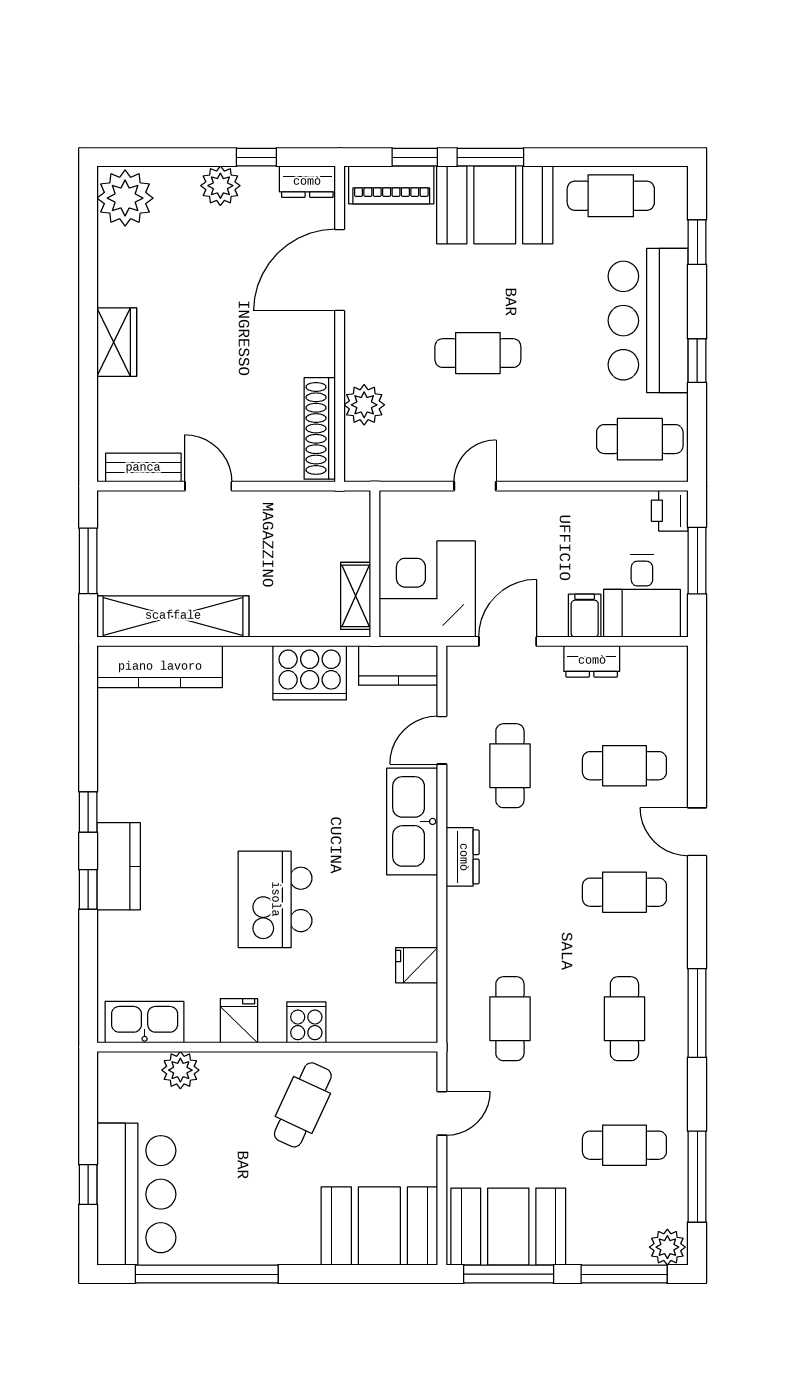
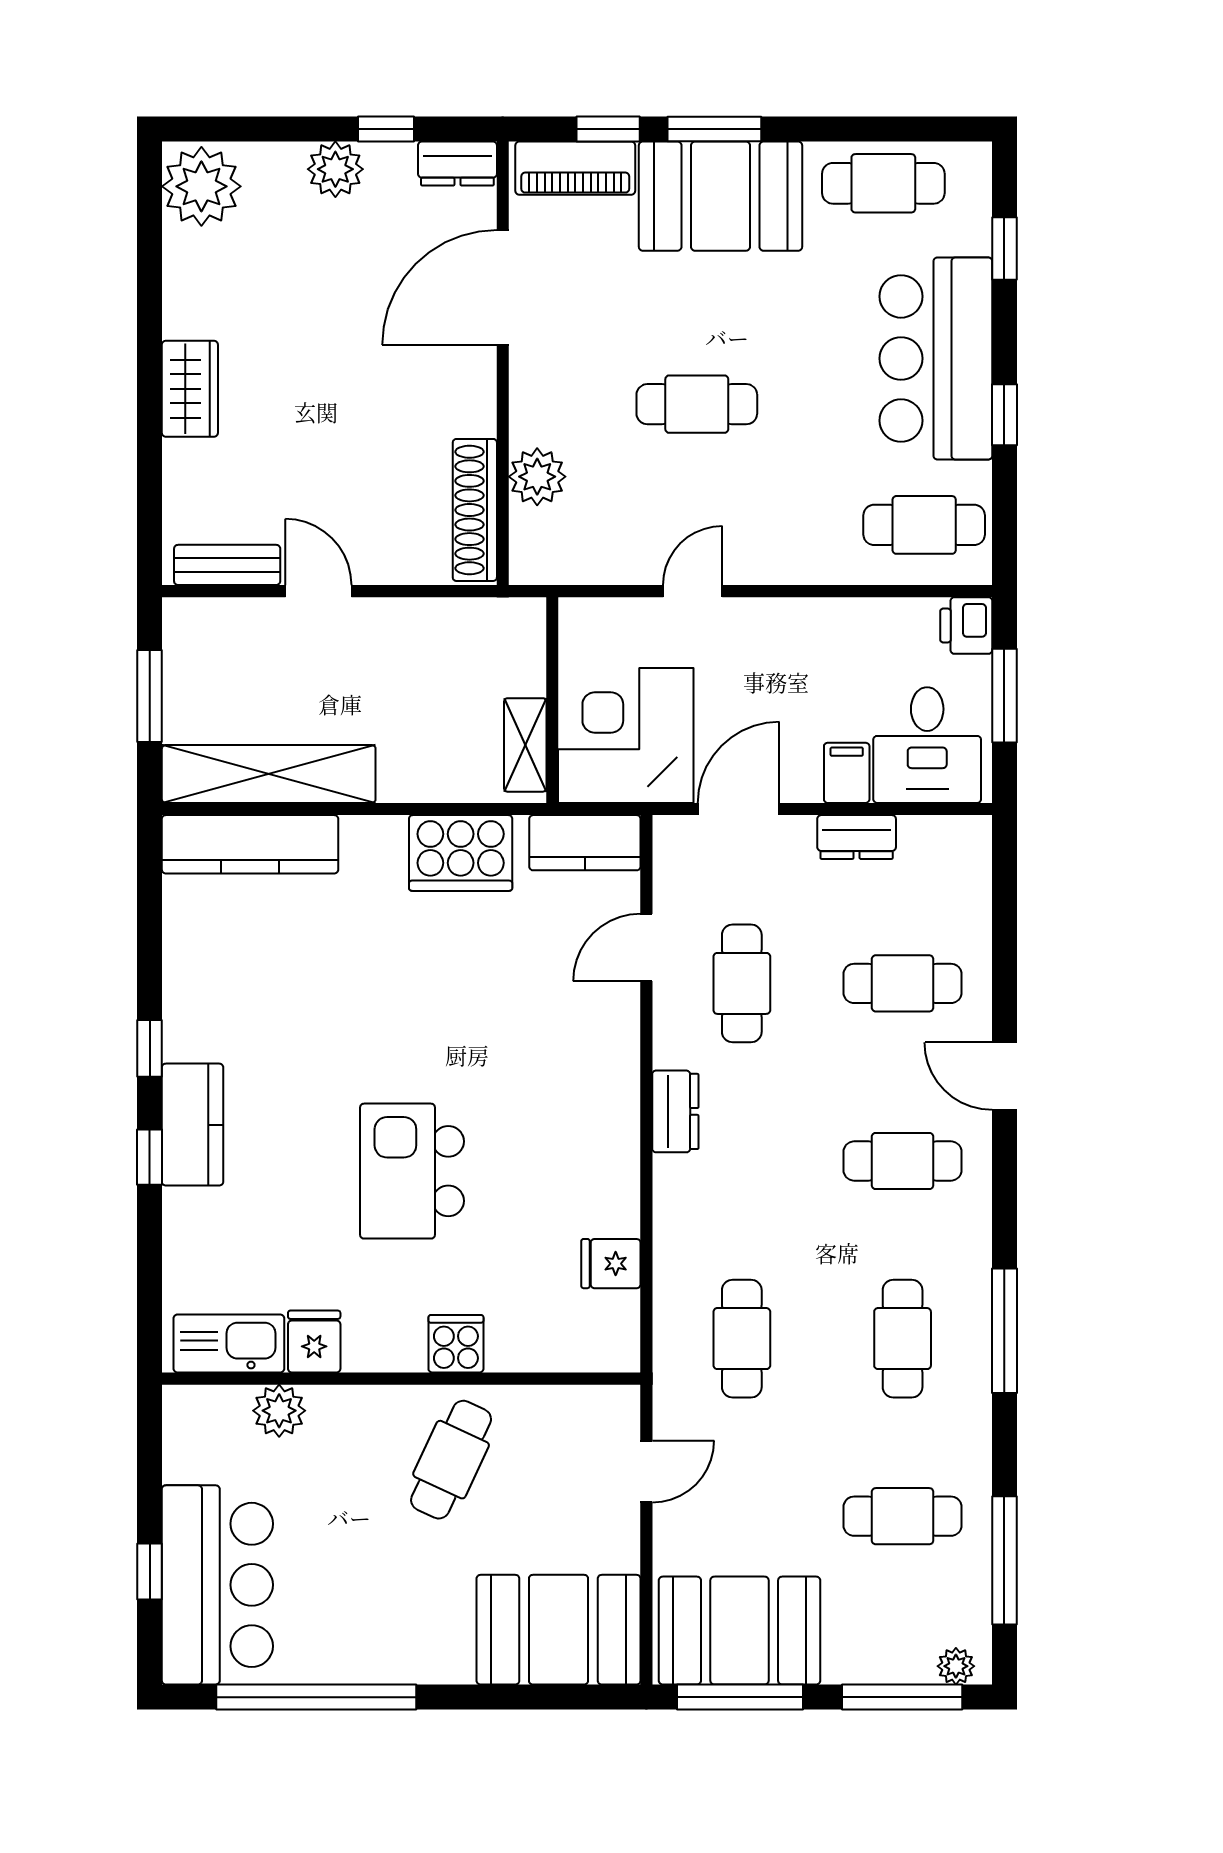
kitchen sink: (412, 821) -> (604, 1062), removed
fridge: (239, 1021) -> (314, 1342), moved
plant: (667, 1247) -> (956, 1666), width x0.73, depth x0.73

